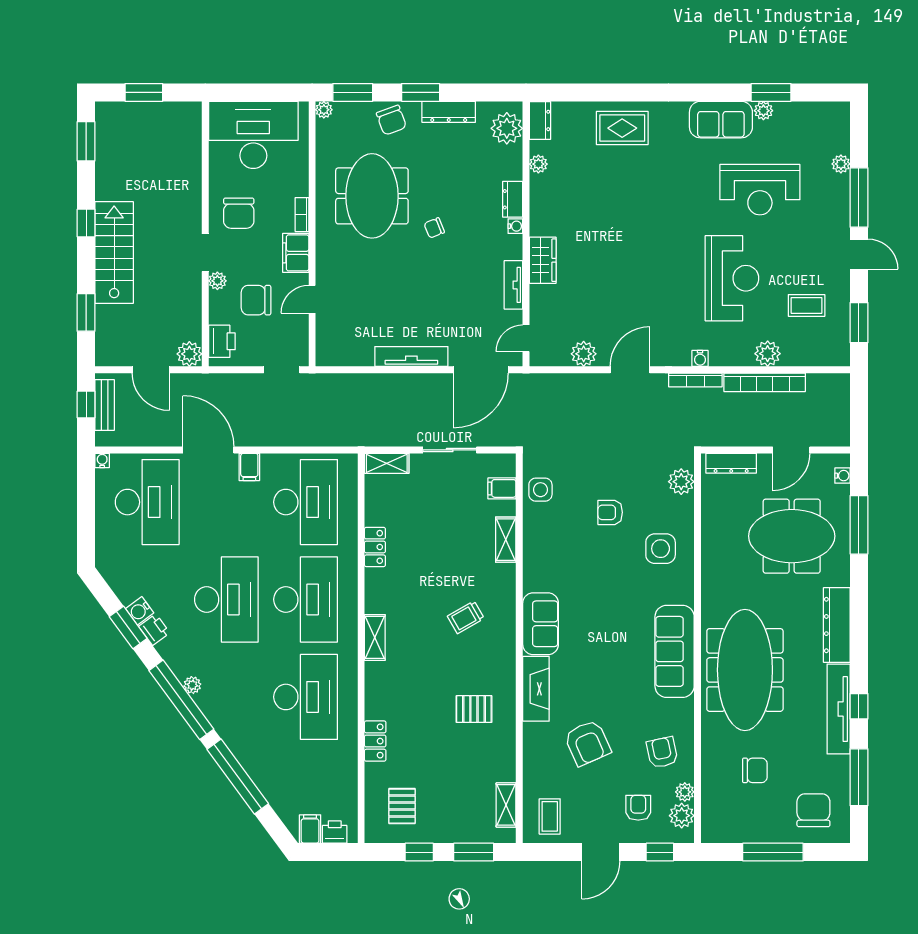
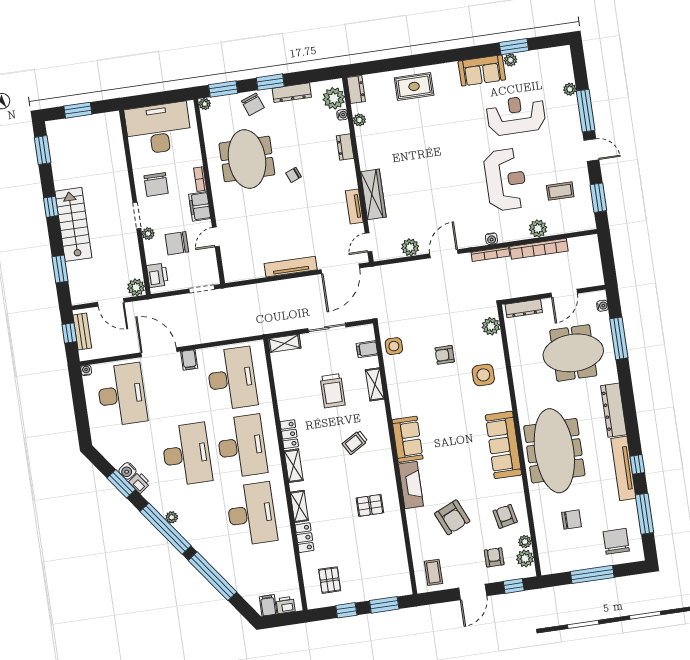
reception desk: (760, 190) -> (516, 115), turned 180
water cooler: (515, 226) -> (342, 115), moved
wardrobe: (543, 260) -> (373, 194), width x1.50
trolley: (445, 540) -> (333, 391), added
locker: (375, 547) -> (289, 434), moved
shelving: (506, 805) -> (299, 506), moved

